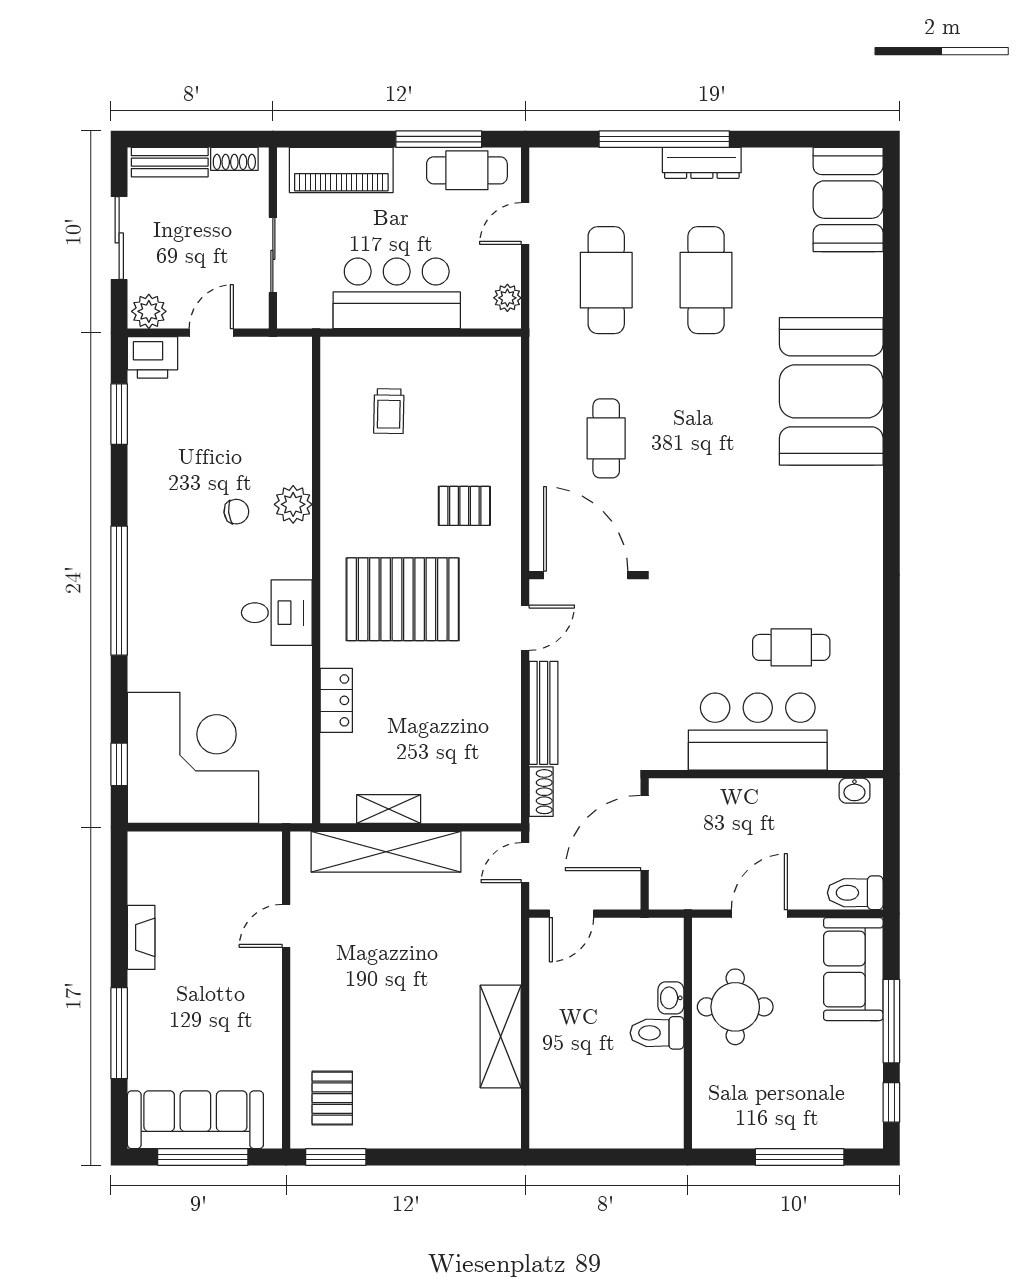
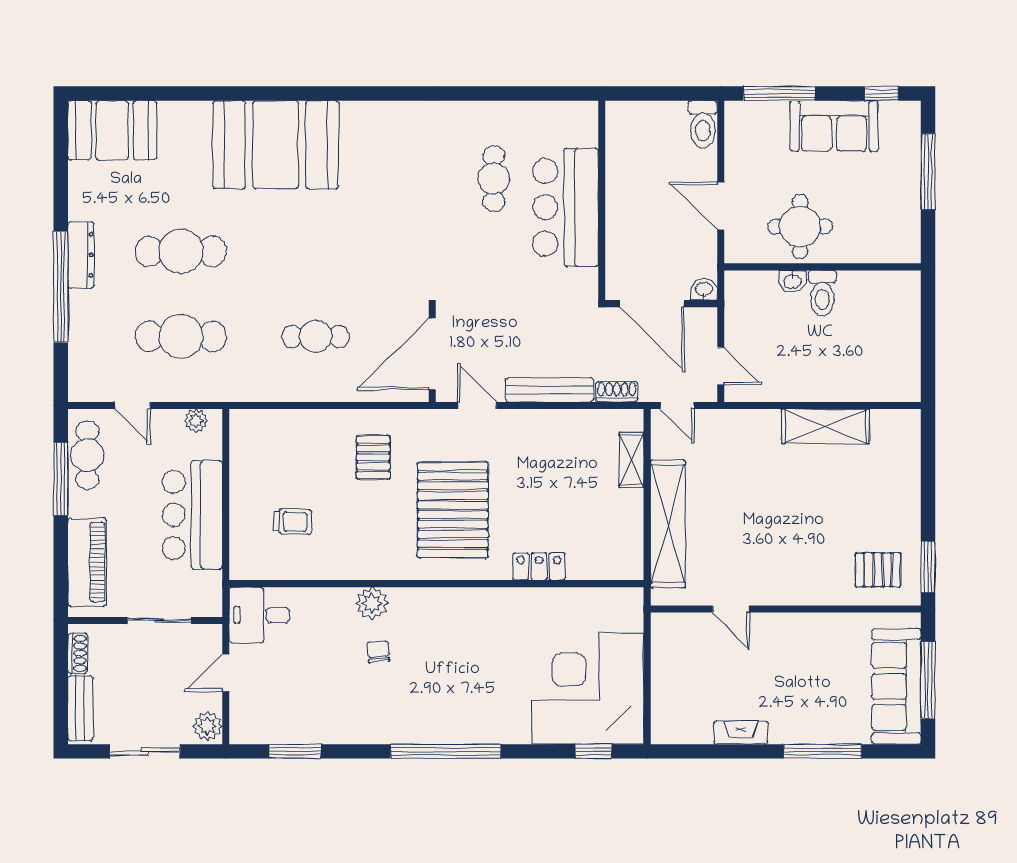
door: (211, 333) -> (226, 673), hinge flipped
printer: (153, 357) -> (247, 723), removed
desk: (277, 613) -> (259, 615), moved, turned -90
washbasin: (854, 791) -> (704, 290), moved, turned -90
shelving: (389, 809) -> (631, 460), moved
sofa: (853, 969) -> (834, 126), moved
window: (891, 1021) -> (779, 93), moved

